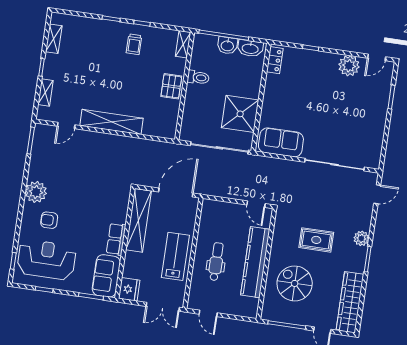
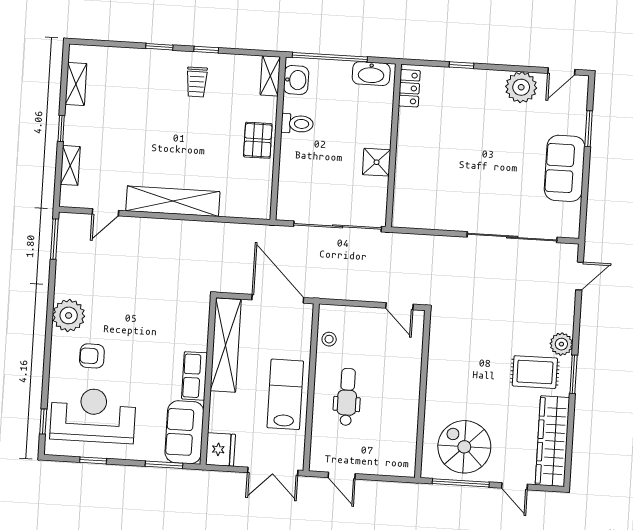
washbasin: (227, 45) -> (296, 80), moved, turned -90
shower: (240, 114) -> (377, 162), width x0.54, depth x0.54
sofa: (281, 142) -> (565, 168), moved, turned -90
door: (176, 193) -> (278, 299), hinge flipped
stool: (207, 222) -> (329, 339), added
rug: (316, 240) -> (535, 372), moved
kitchen counter: (255, 262) -> (405, 393), removed
spiral stairs: (295, 283) -> (464, 447), moved

